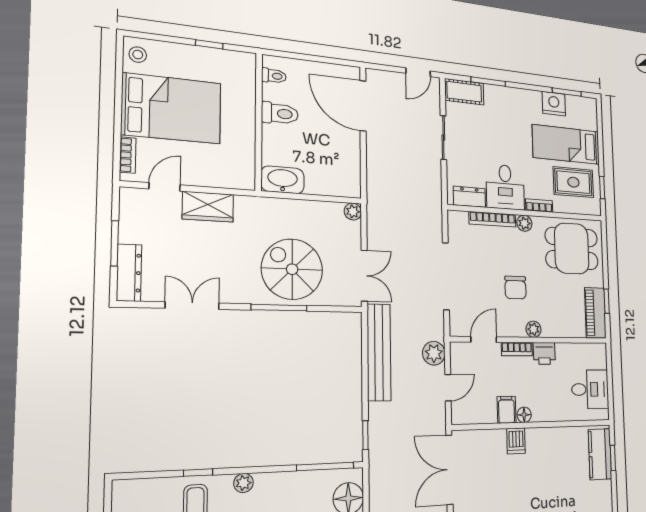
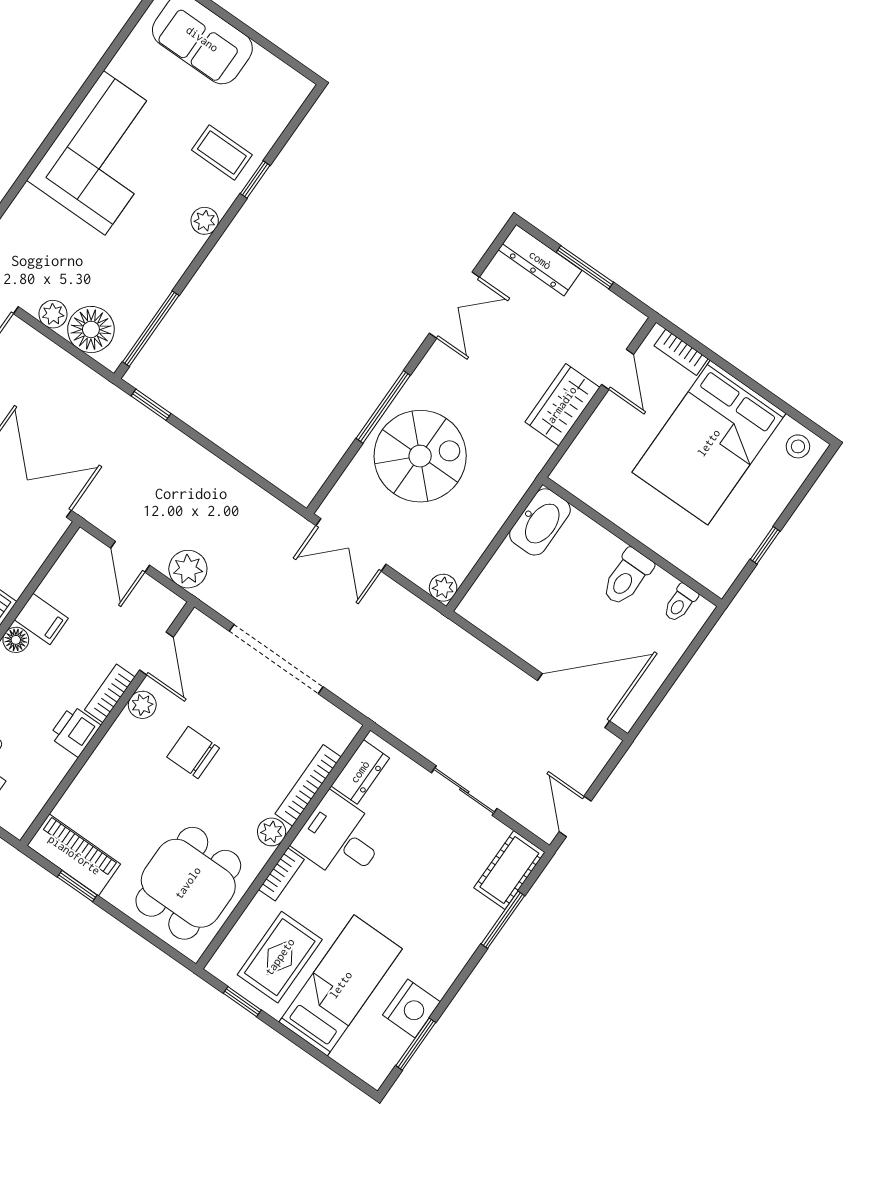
plant: (533, 329) -> (142, 705), moved
bench: (379, 352) -> (241, 495), removed

